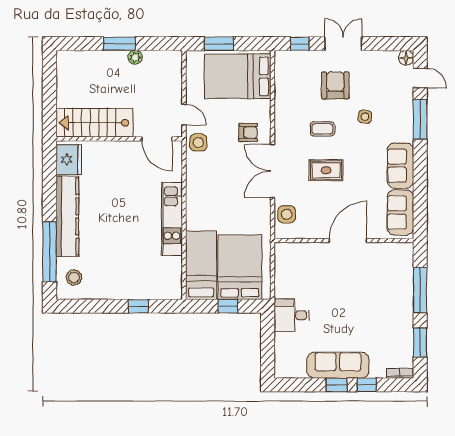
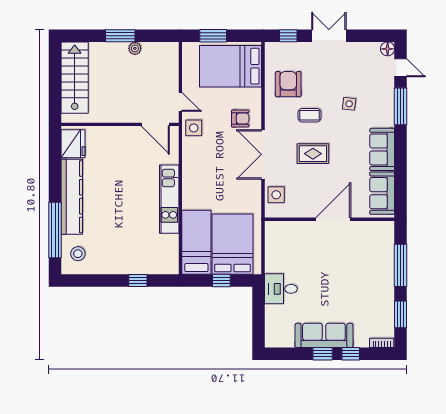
armchair: (335, 85) -> (288, 84), moved
stairs: (94, 123) -> (75, 78), moved, turned 90

